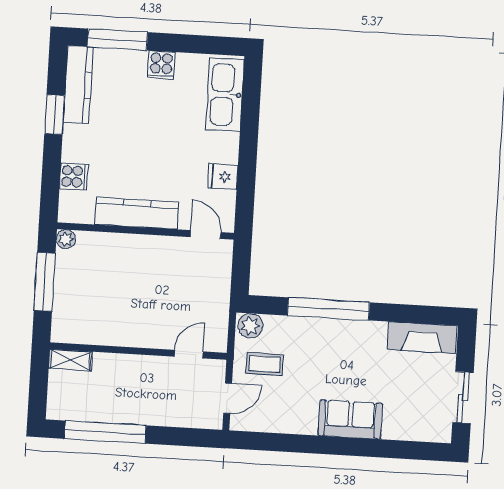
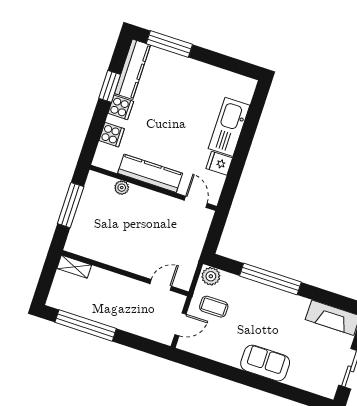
cooker: (161, 65) -> (121, 107), moved, turned -90
kitchen sink: (225, 95) -> (229, 127), moved
plant: (66, 239) -> (122, 188), moved

